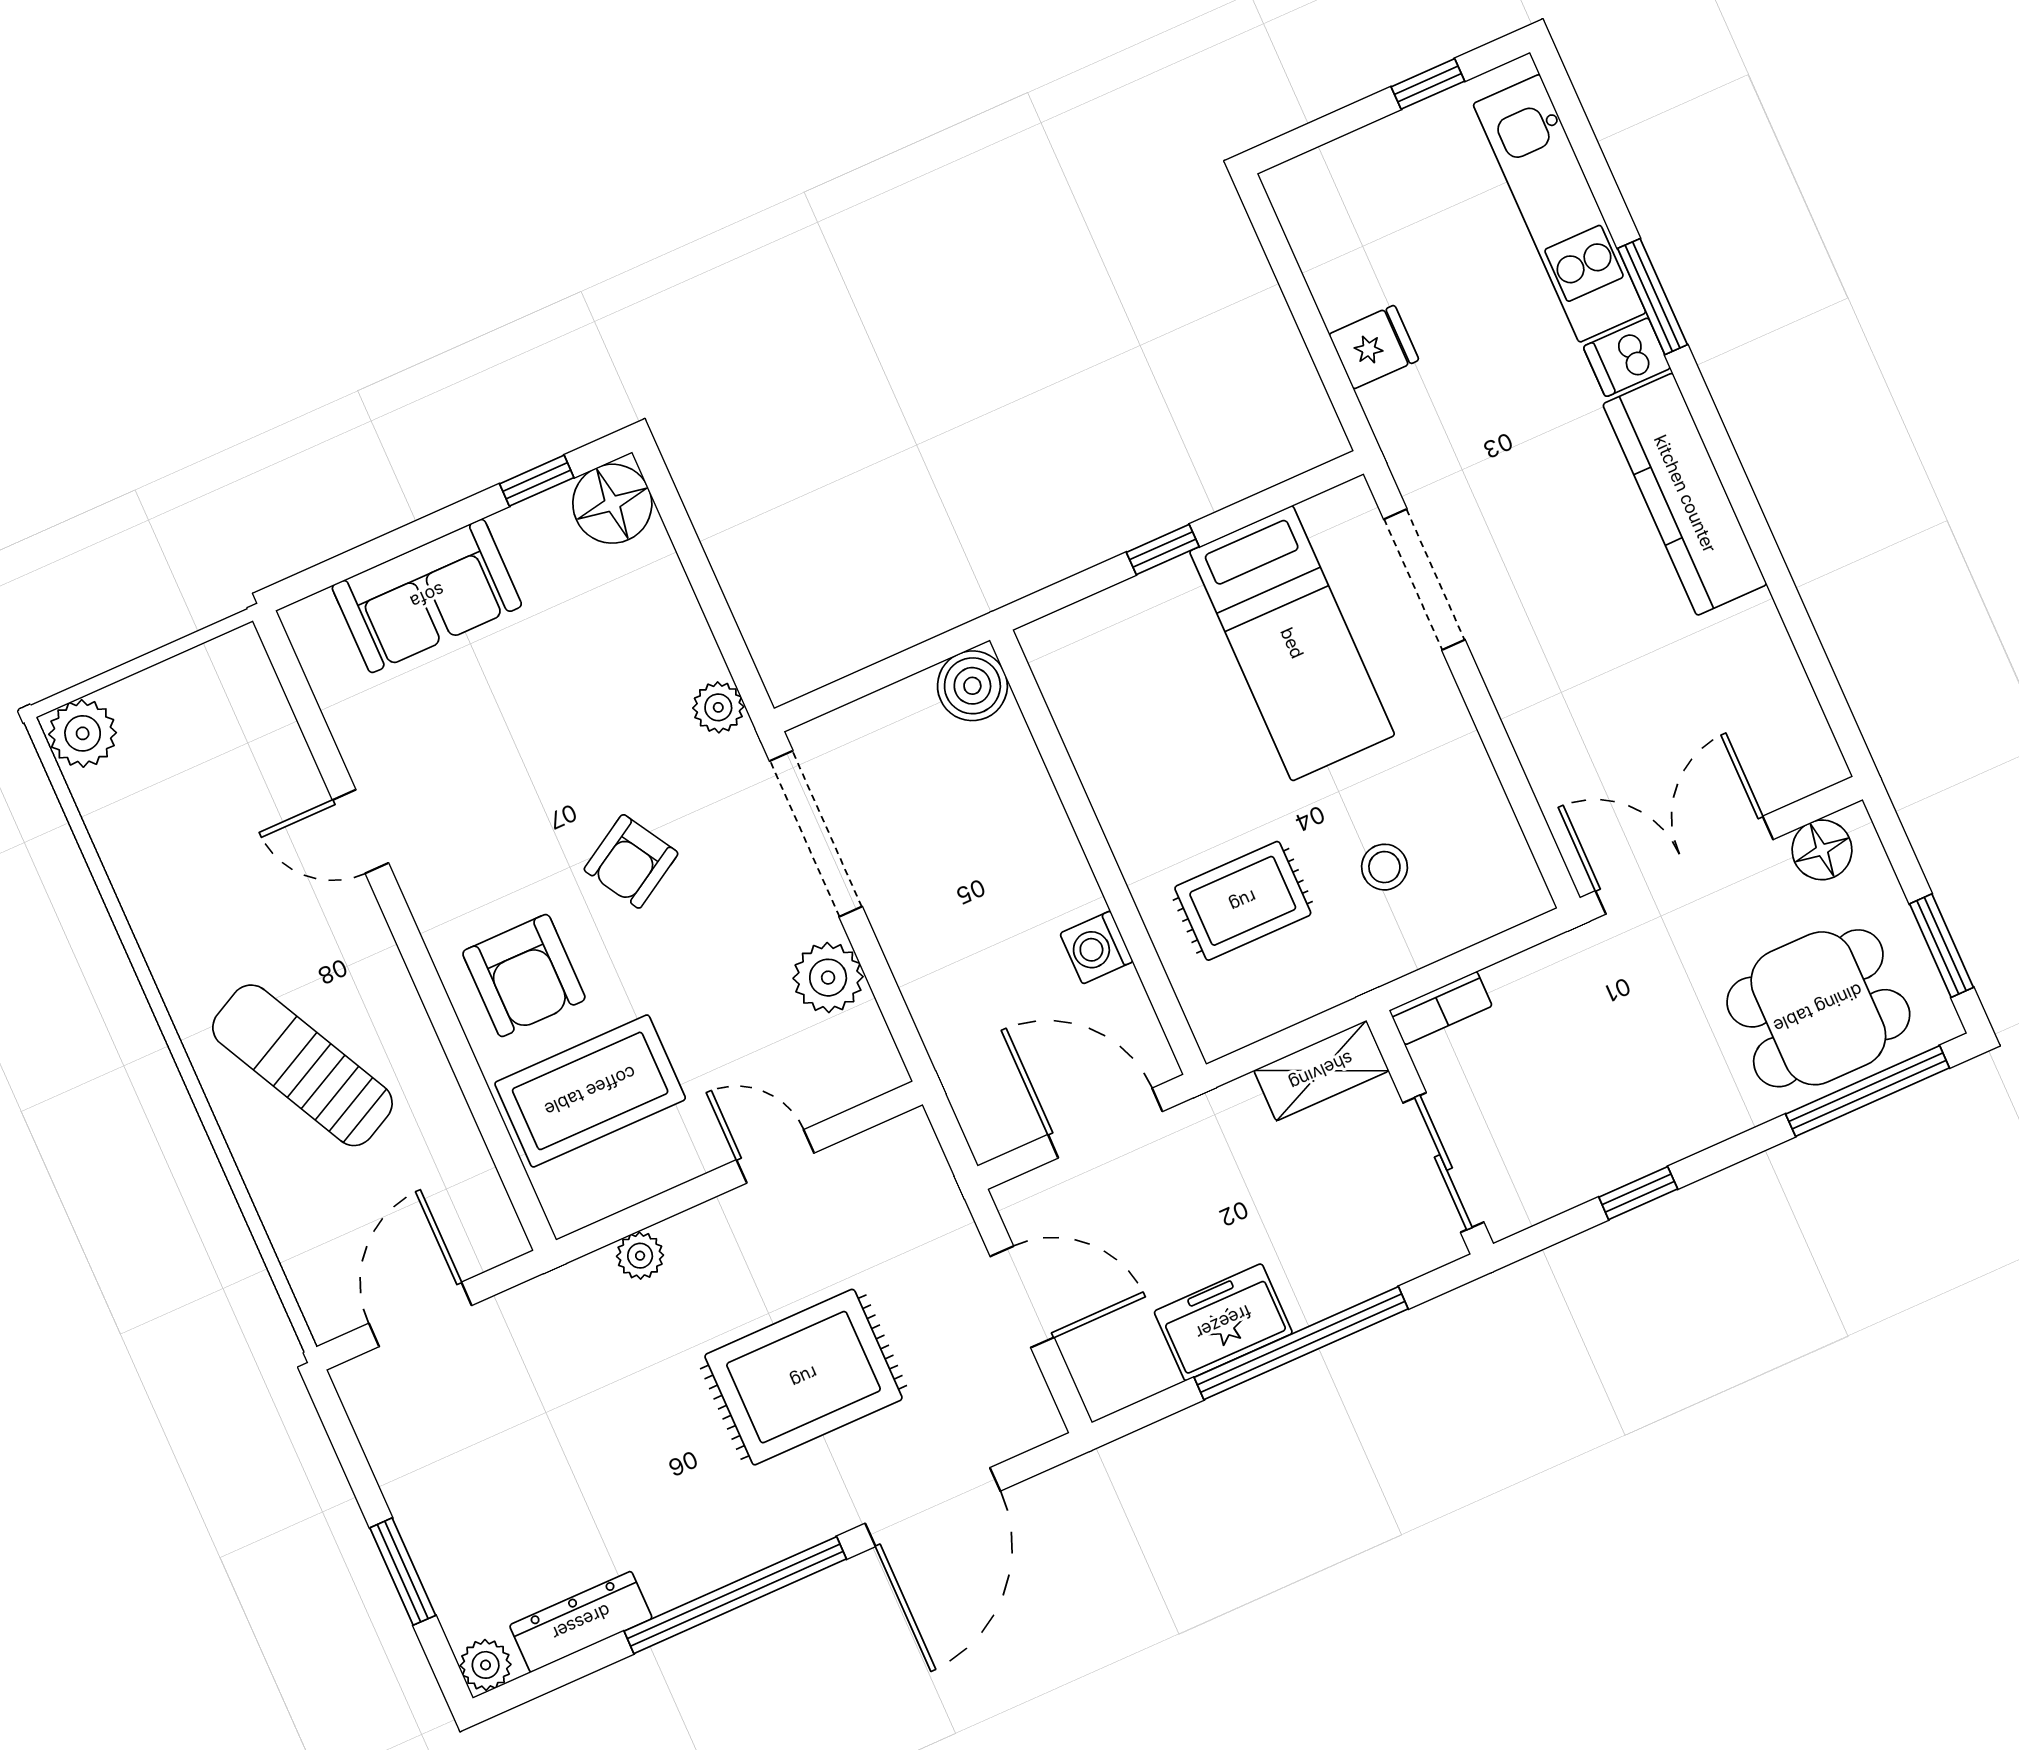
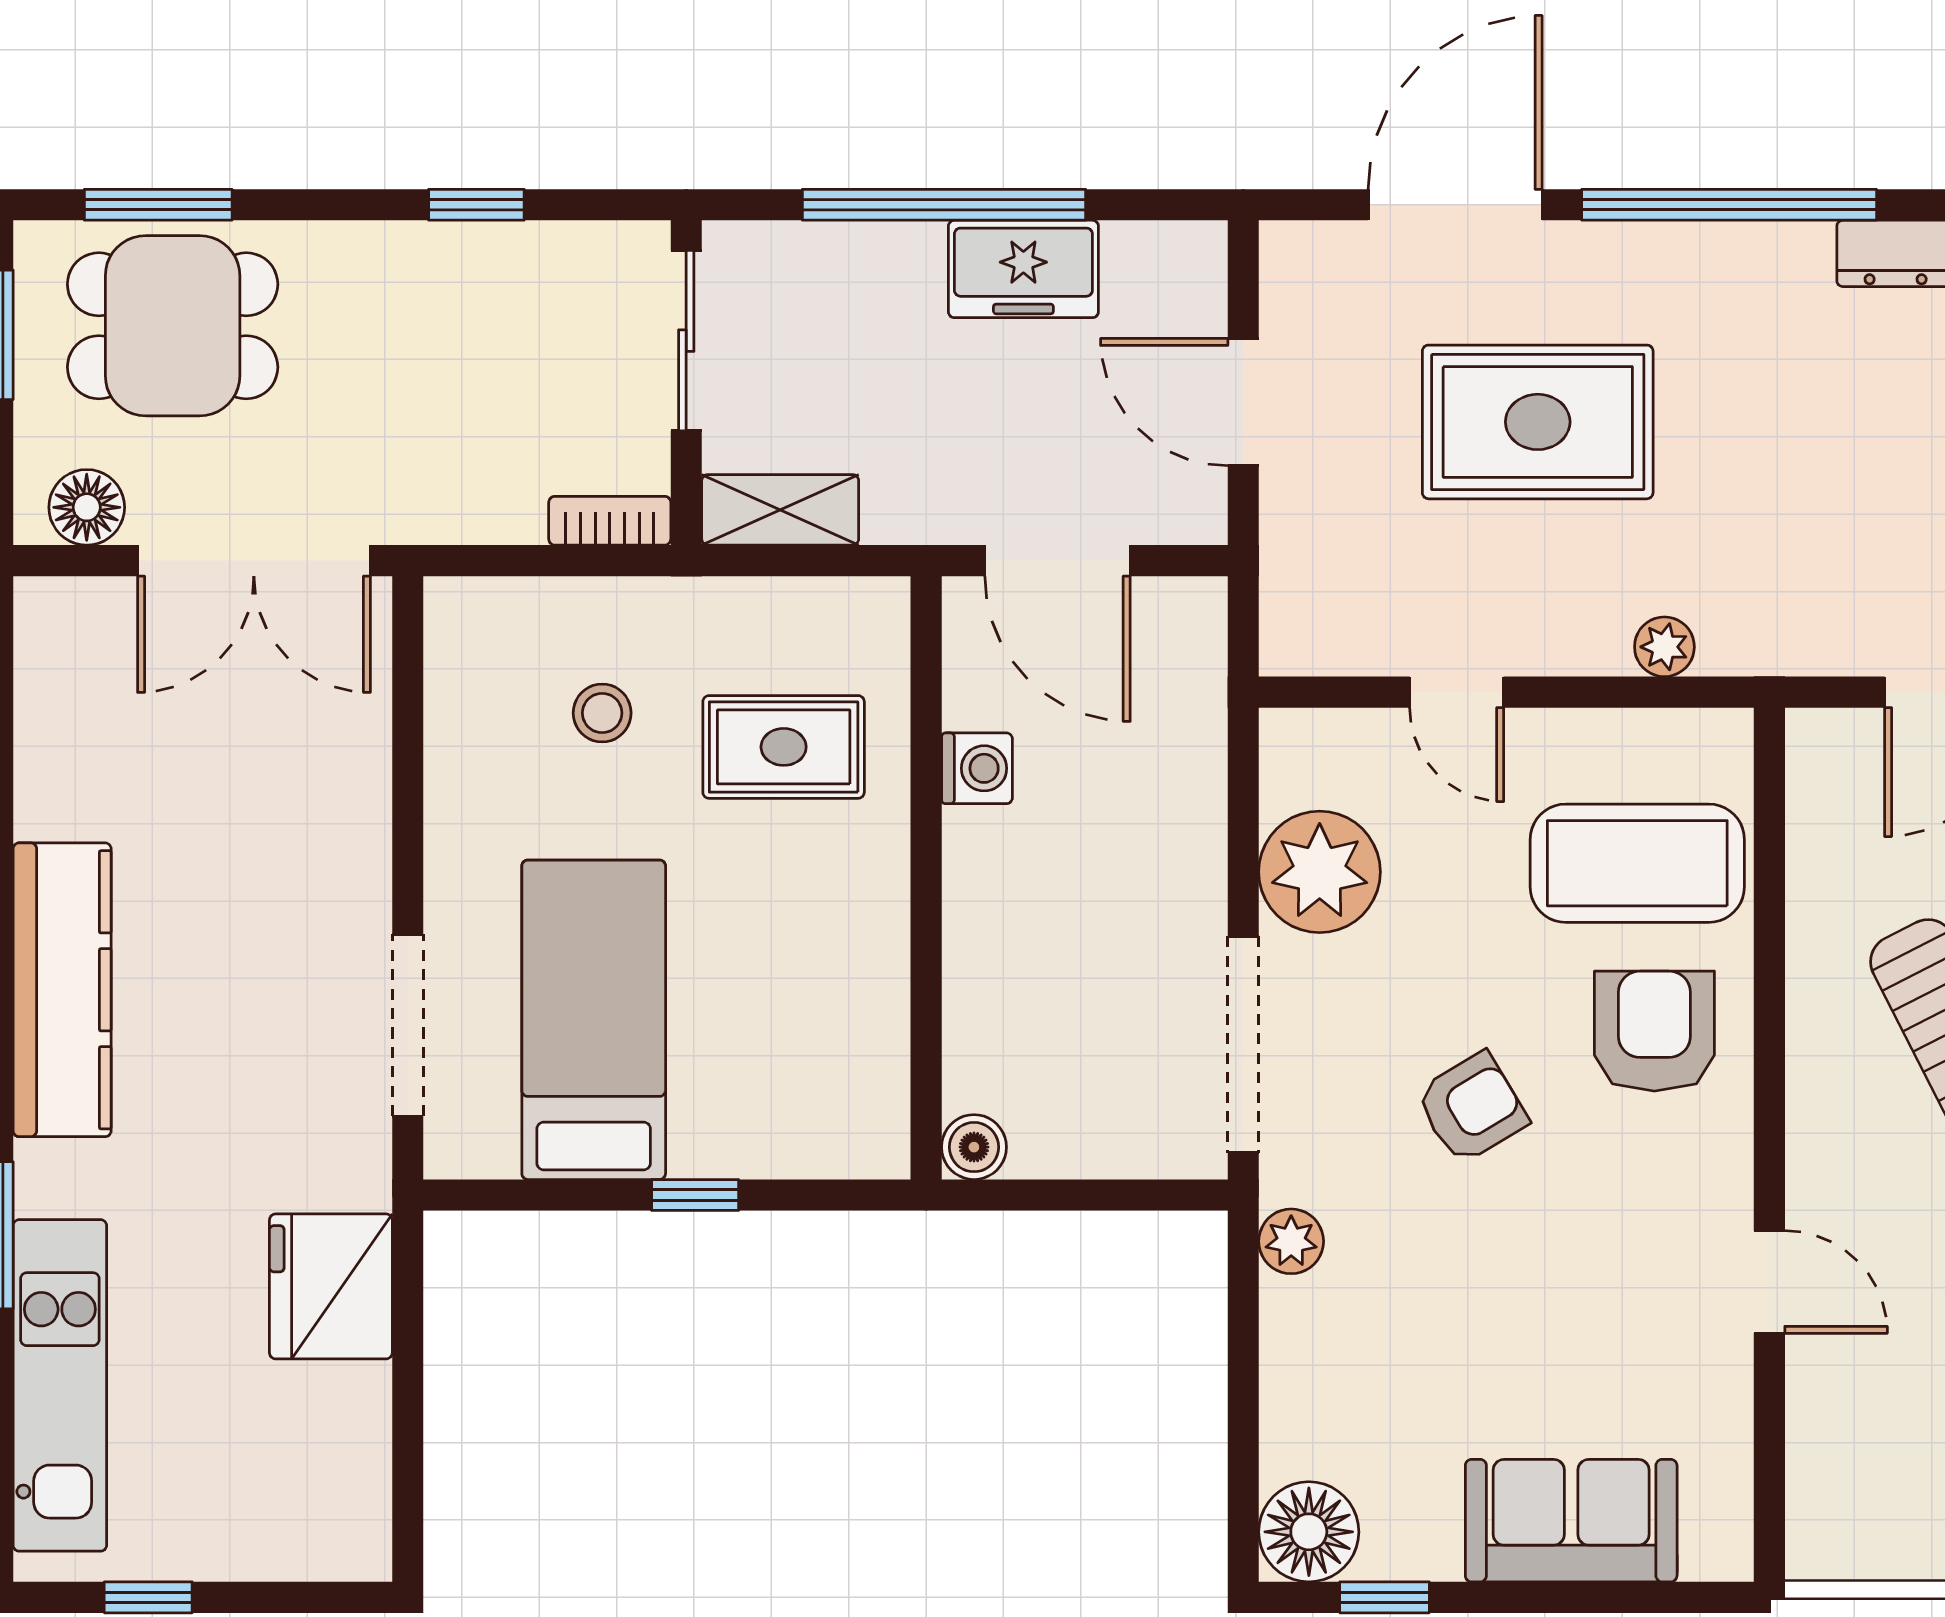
fridge: (1374, 347) -> (331, 1286), width x1.88, depth x1.34
dishwasher: (1627, 357) -> (59, 1178), removed
boiler: (972, 686) -> (974, 1147), width x0.73, depth x0.73
plant: (828, 978) -> (1320, 872), width x1.36, depth x1.36
window: (1868, 1091) -> (158, 205), width x0.69

